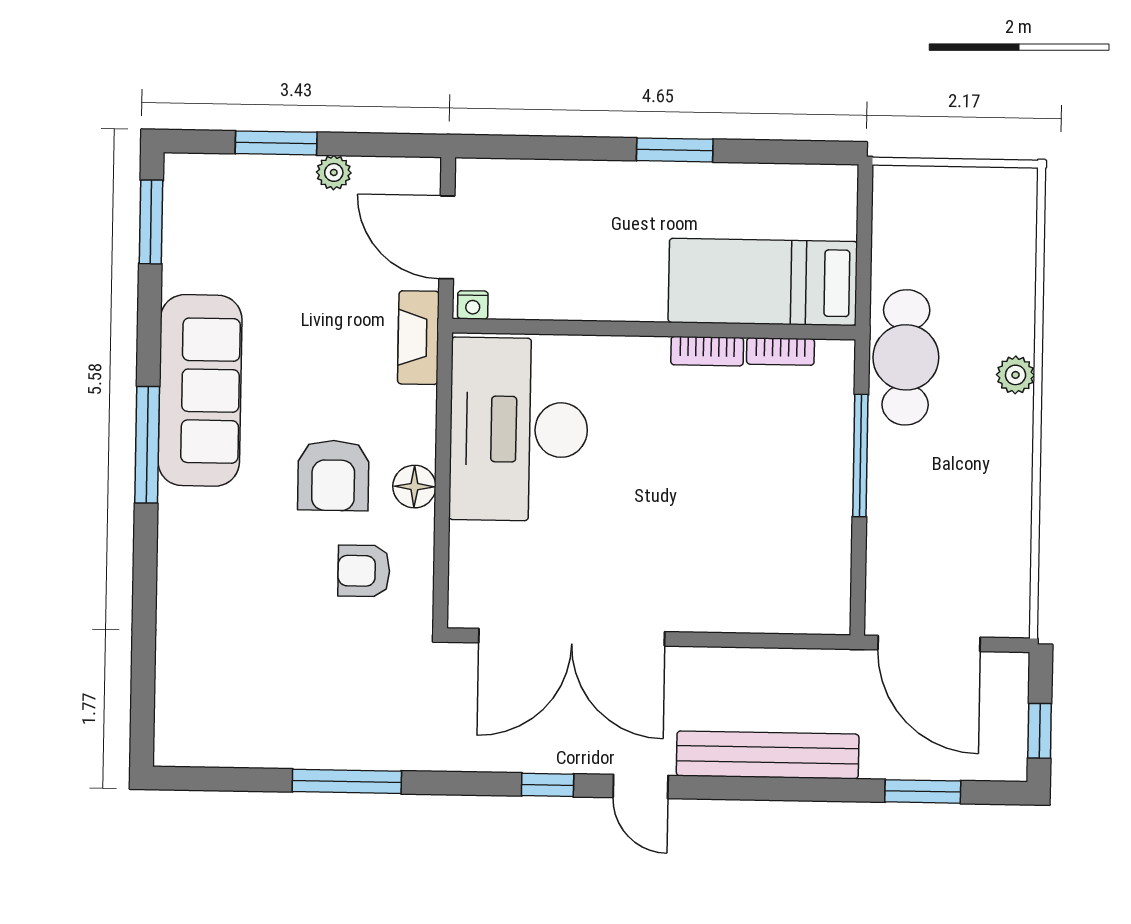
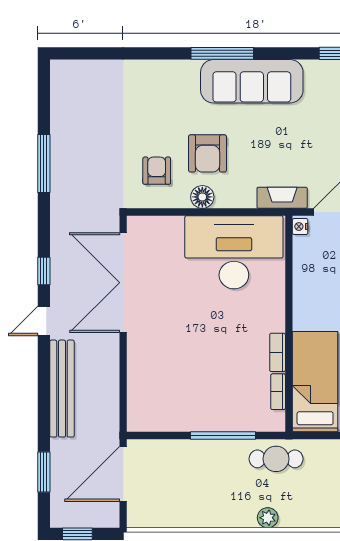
cafe table: (906, 357) -> (276, 459), width x0.73, depth x0.74
armchair: (333, 475) -> (208, 153), turned -90

